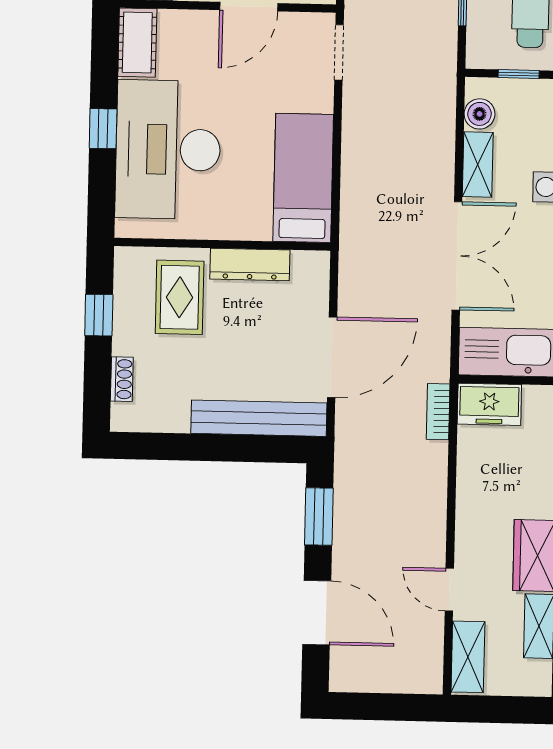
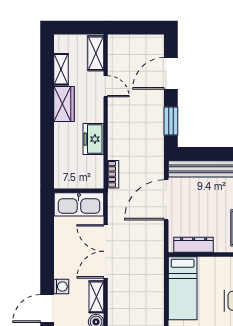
dresser: (250, 264) -> (194, 245), moved
freezer: (489, 404) -> (93, 139), moved, turned -90
door: (317, 613) -> (171, 73), hinge flipped

